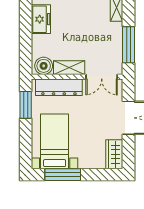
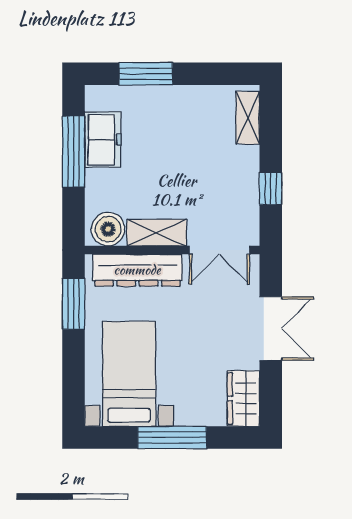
window: (26, 25) -> (74, 152), added
window: (128, 45) -> (271, 189), width x0.46
window: (63, 175) -> (172, 437), moved

